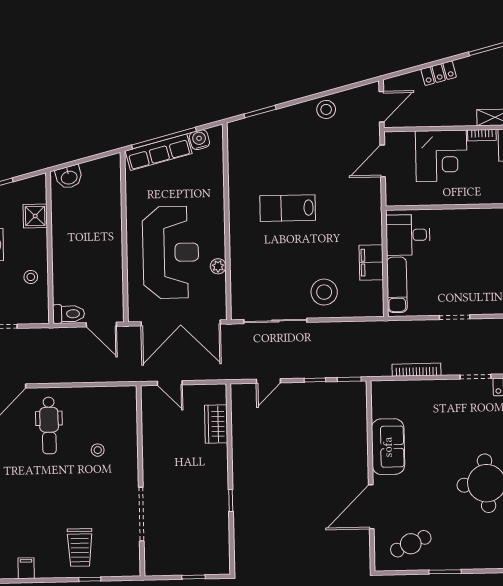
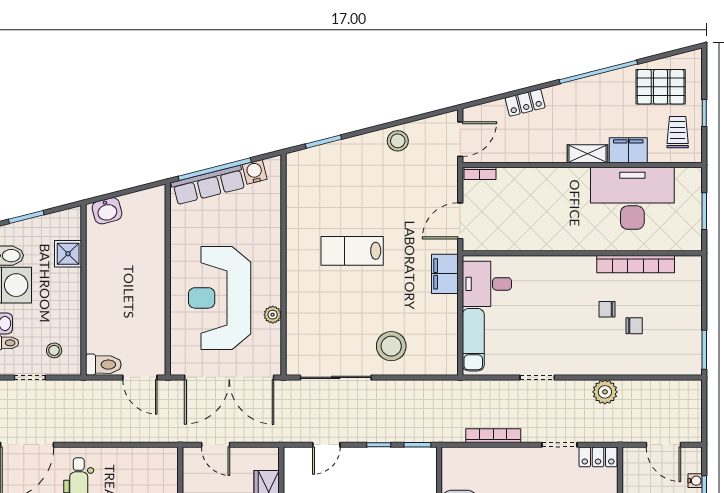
bookcase: (482, 135) -> (480, 173), moved
corner desk: (441, 156) -> (526, 196), removed
door: (383, 161) -> (460, 221), moved
reception desk: (171, 252) -> (220, 298), turned 180
filing cabinet: (371, 262) -> (445, 274), moved
stool: (31, 277) -> (54, 350), moved

